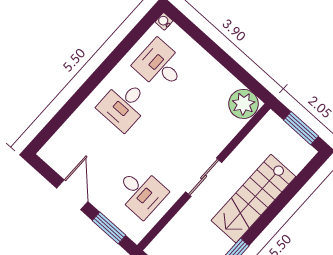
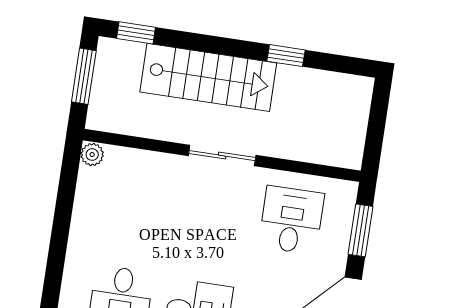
plant: (243, 104) -> (92, 155), width x0.53, depth x0.53
window: (306, 174) -> (136, 33), added

